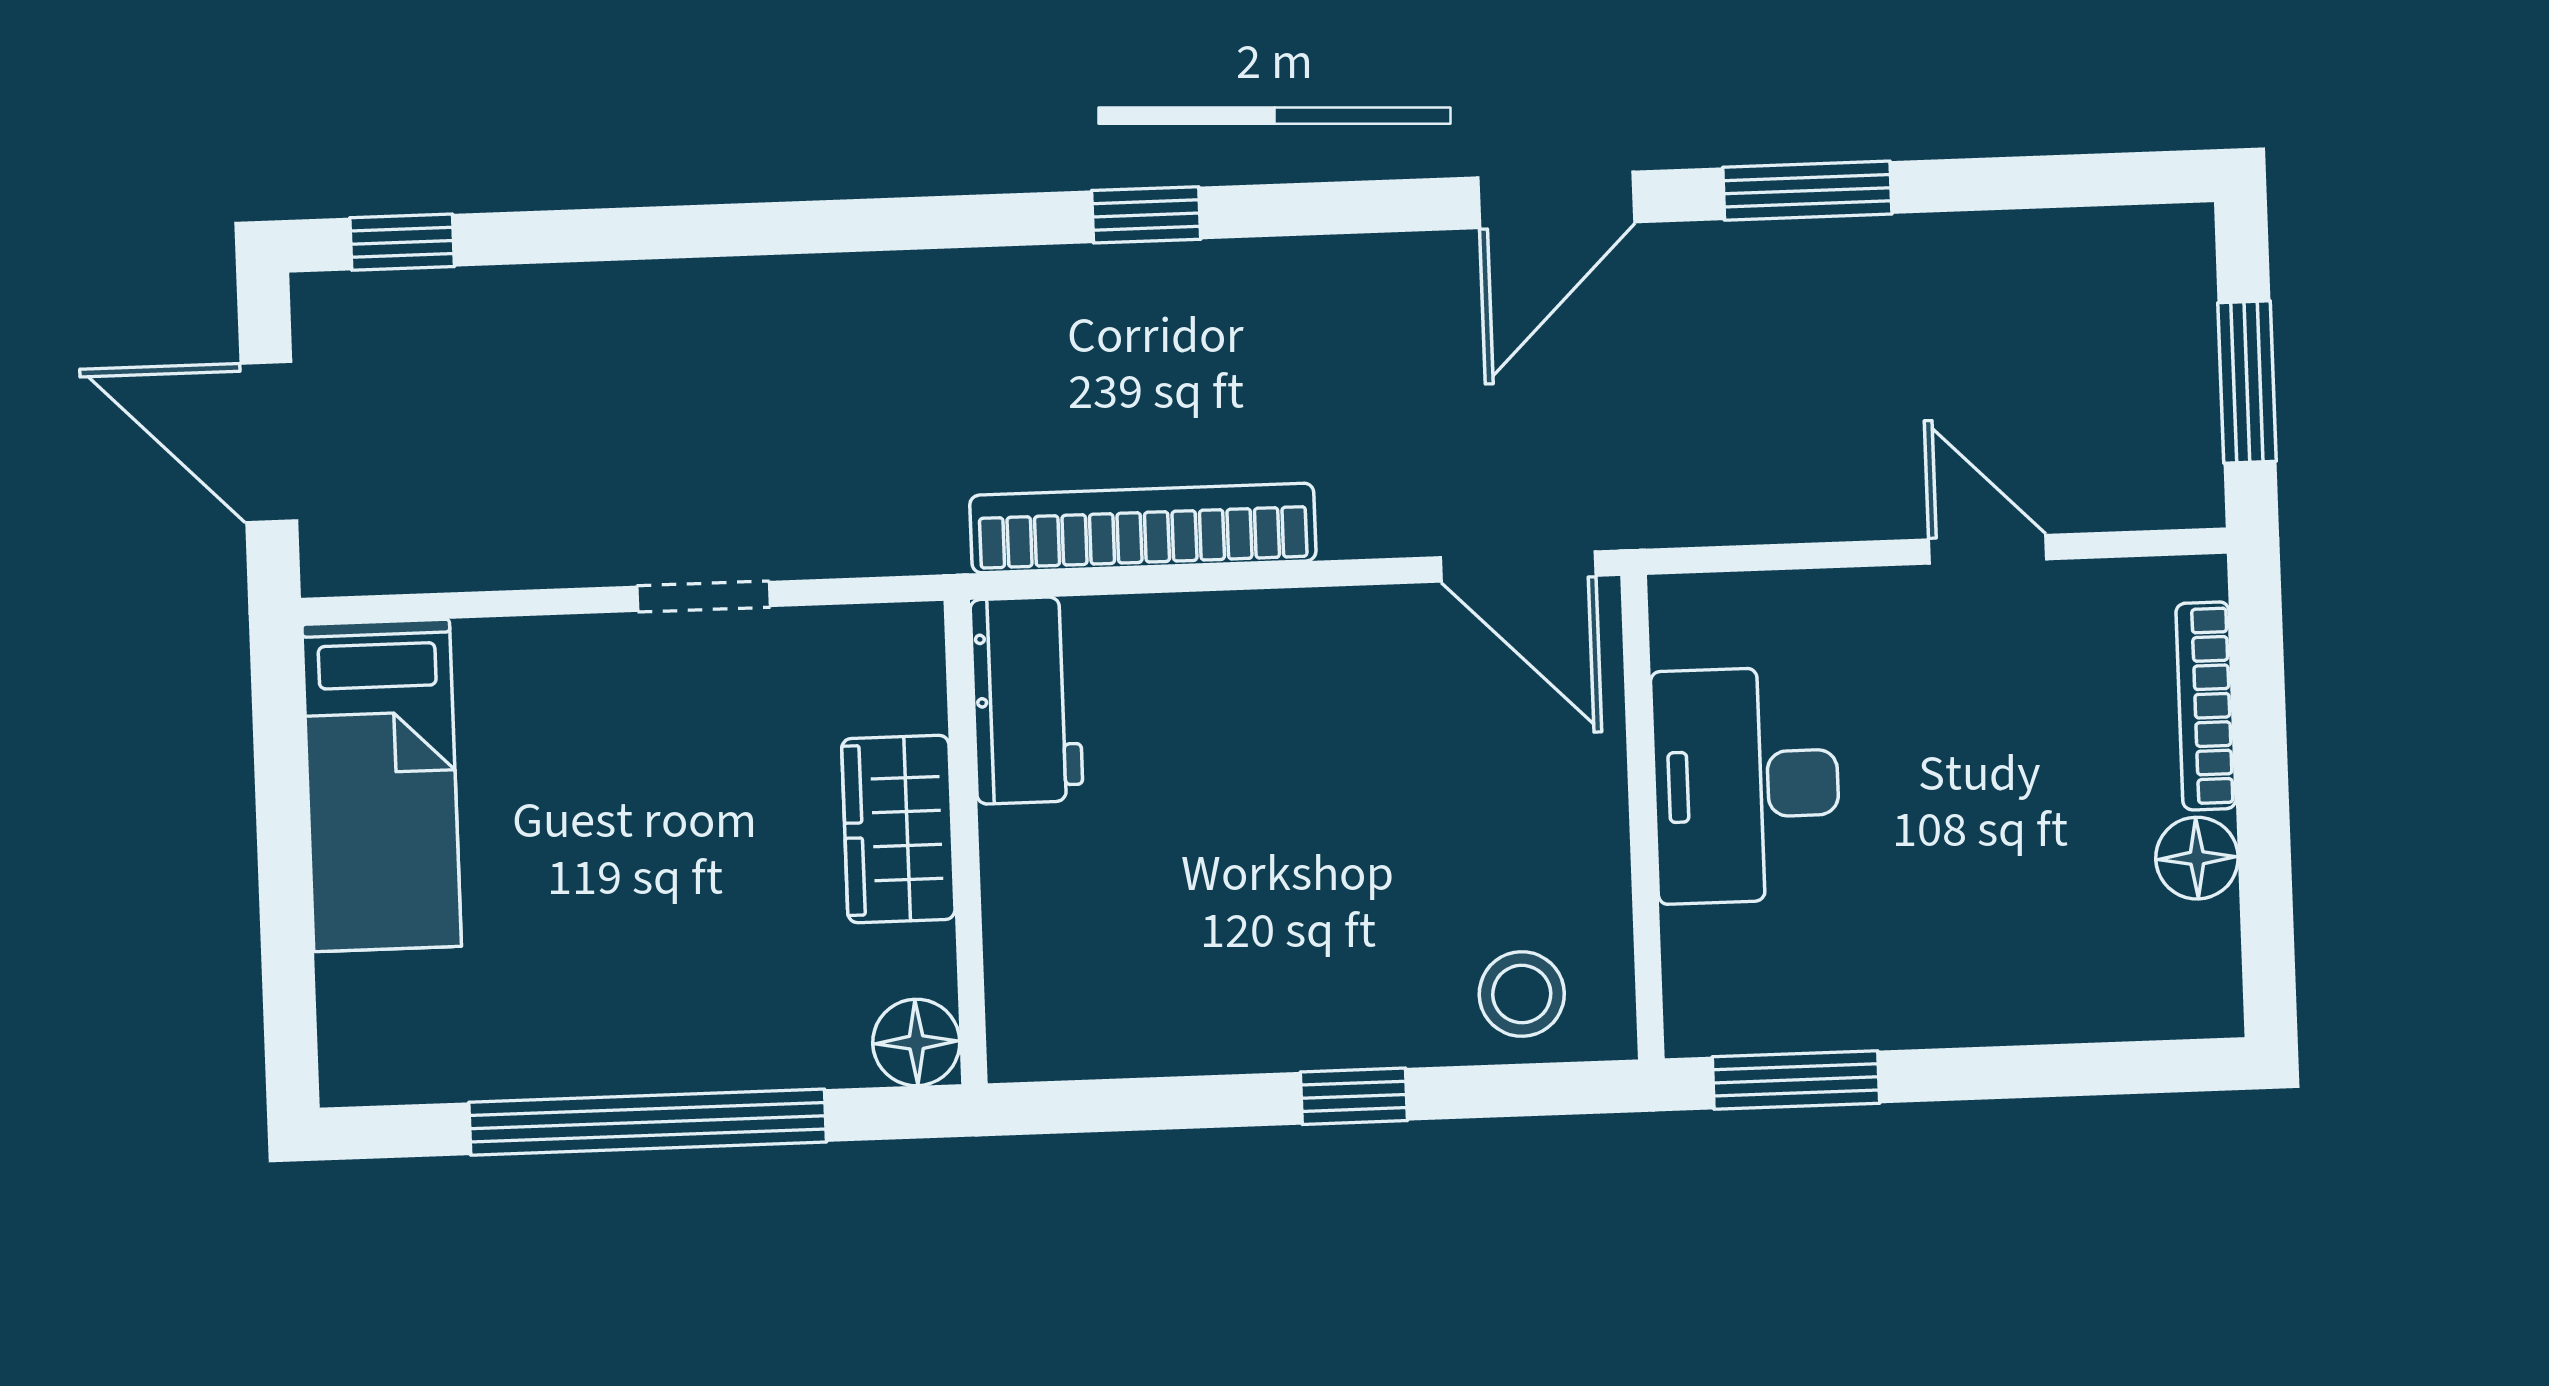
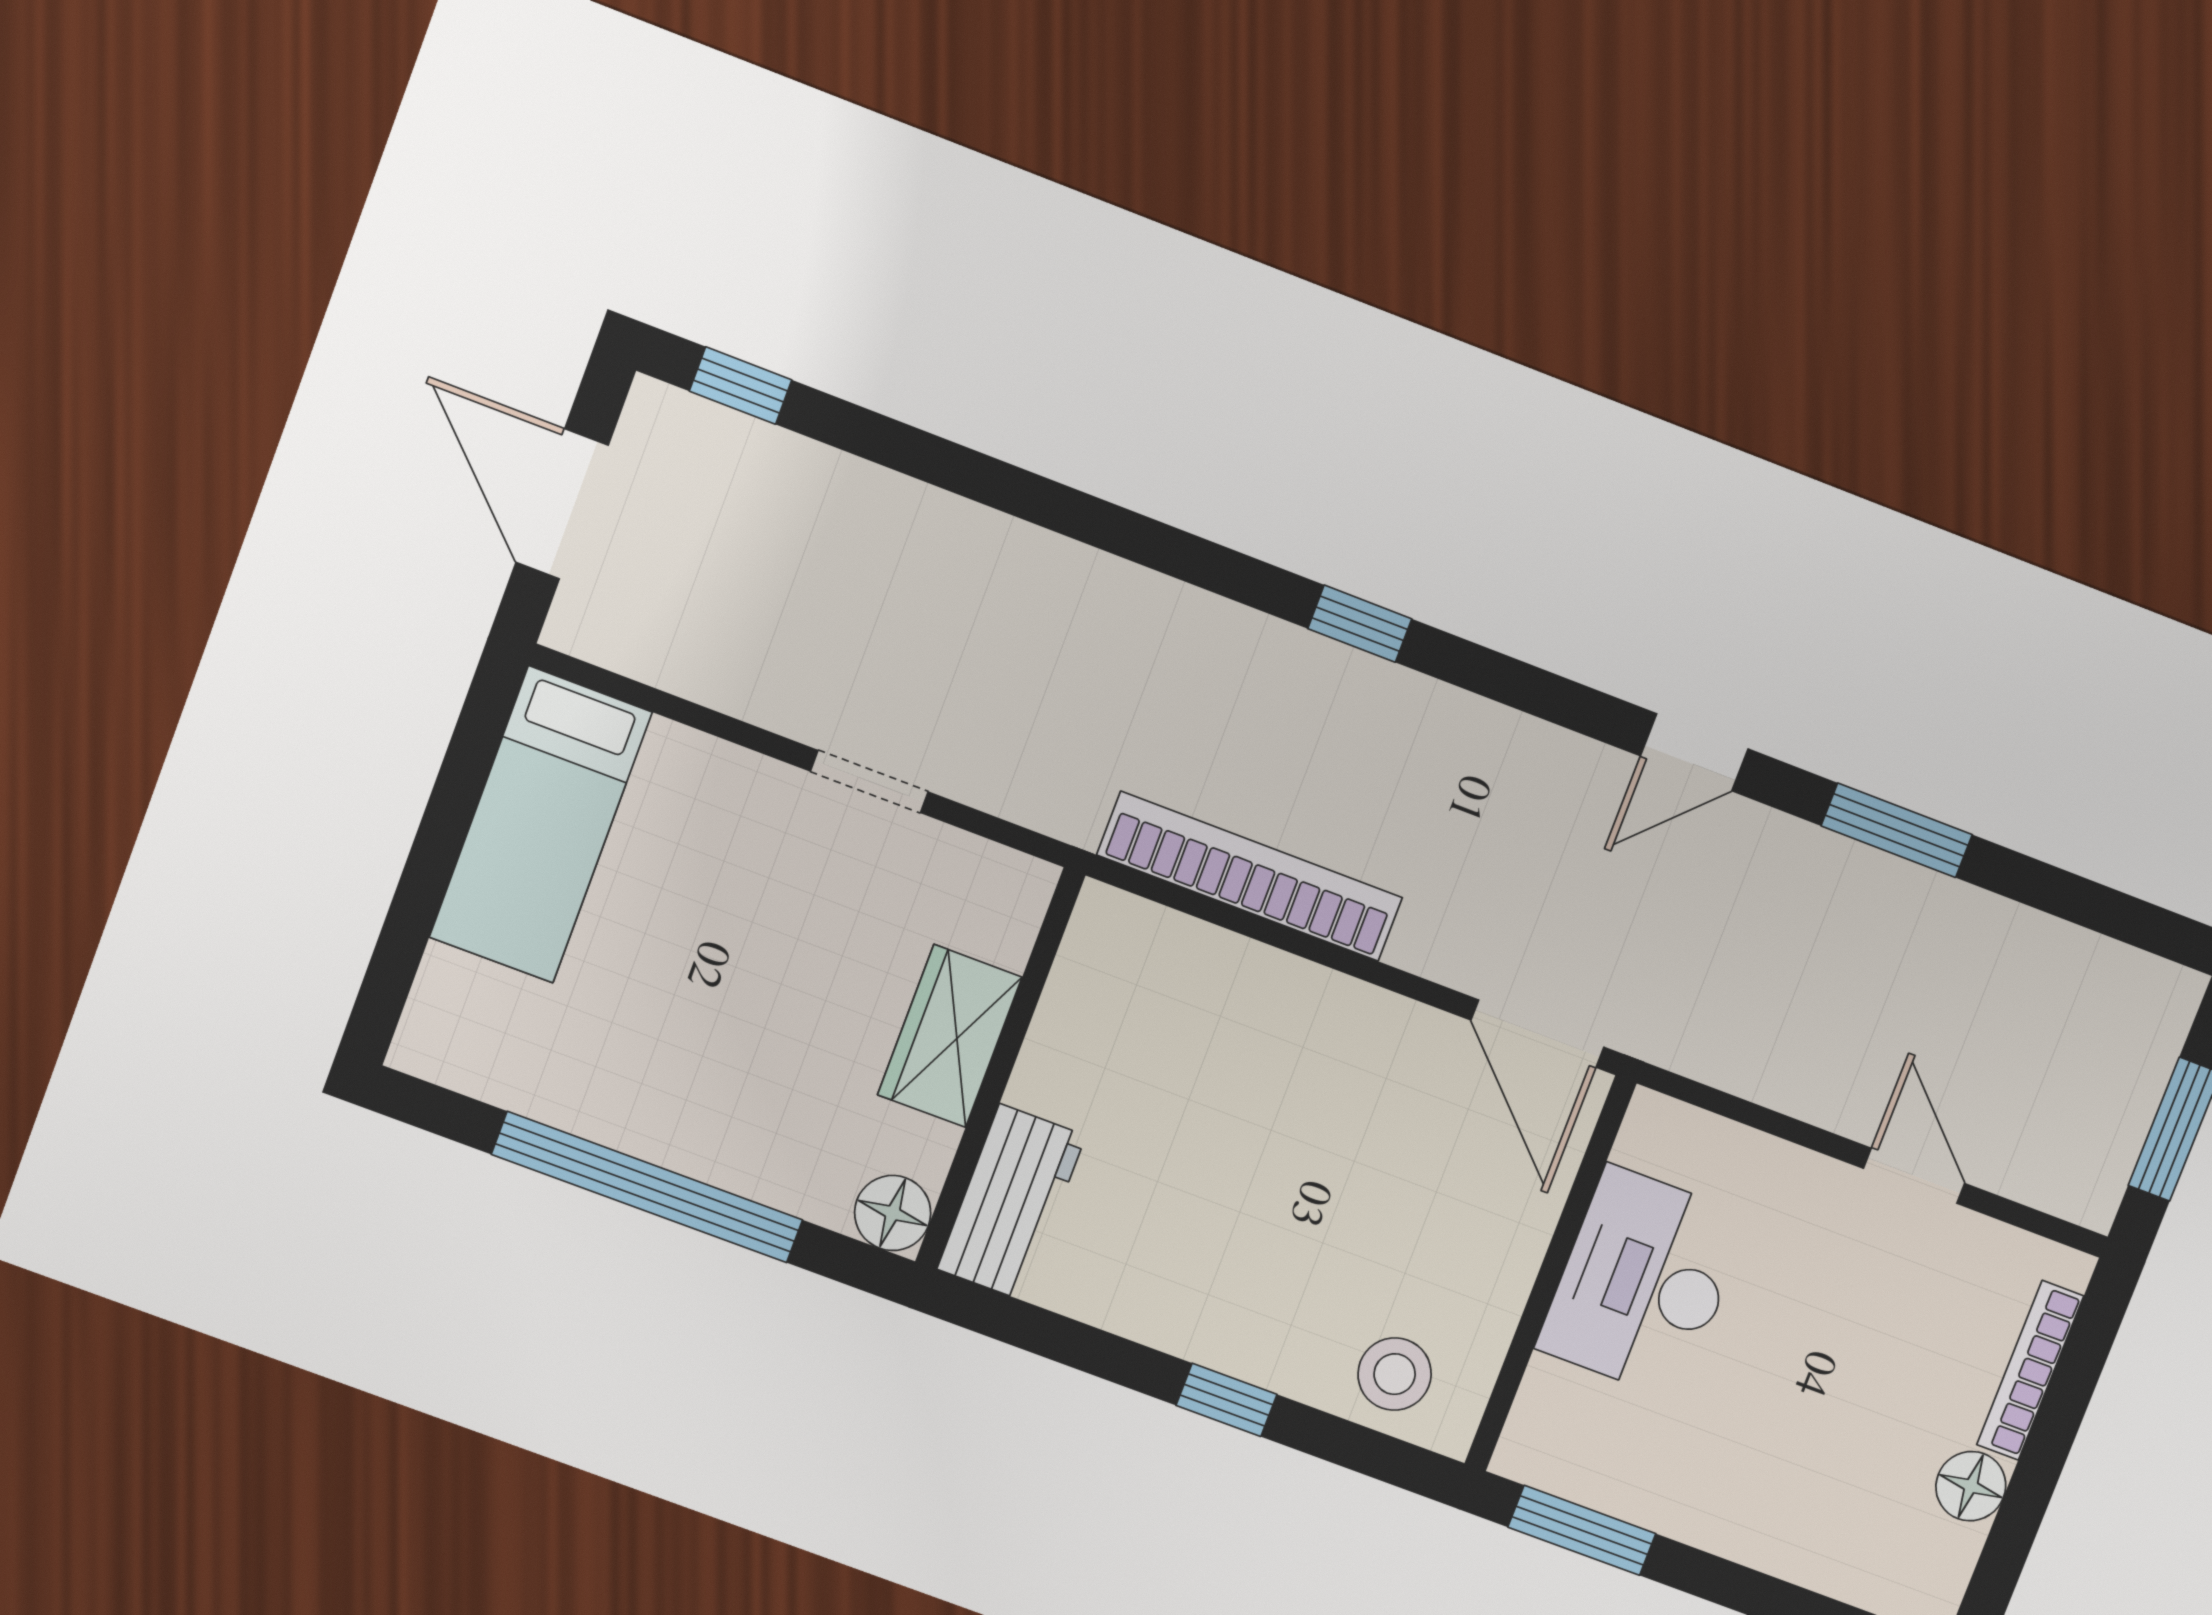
door: (1556, 200) -> (1694, 752), width x0.73
workbench: (1027, 700) -> (1011, 1202), moved

